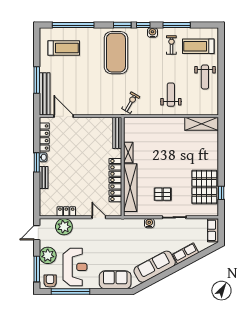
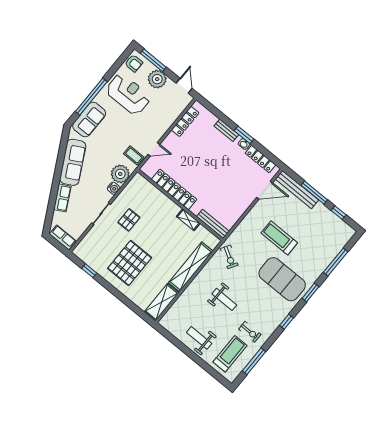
window: (73, 25) -> (336, 262), width x0.68
window: (122, 25) -> (311, 292), moved
window: (177, 25) -> (254, 361), moved
water cooler: (152, 33) -> (274, 324), removed
treadmill: (64, 48) -> (279, 238), moved, turned 90
window: (37, 51) -> (339, 213), added
weight bench: (171, 95) -> (224, 299), moved
pallet: (204, 187) -> (130, 263), moved, turned 90
shelving: (130, 188) -> (191, 267), moved, turned 90
locker: (66, 211) -> (185, 121), width x1.53
plant: (64, 227) -> (120, 174), moved
coffee table: (115, 228) -> (134, 156), added
reception desk: (75, 267) -> (128, 94), turned 180
window: (71, 292) -> (91, 97), moved

